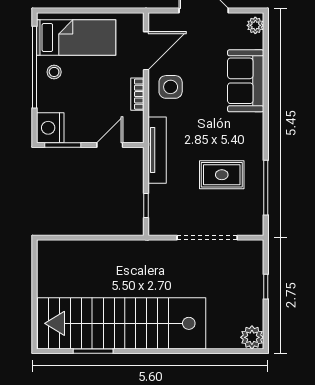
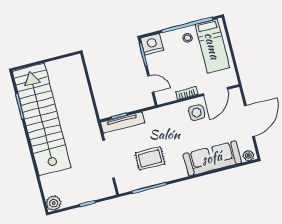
door: (146, 51) -> (215, 92), hinge flipped
sofa: (246, 81) -> (212, 158), width x1.36
tv unit: (157, 150) -> (123, 123), moved
rug: (222, 175) -> (150, 158), turned 90

